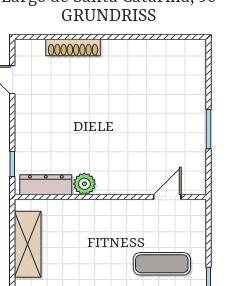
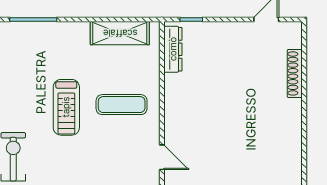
plant: (84, 184) -> (174, 84), removed
exercise mat: (162, 264) -> (122, 105), moved, turned 90

